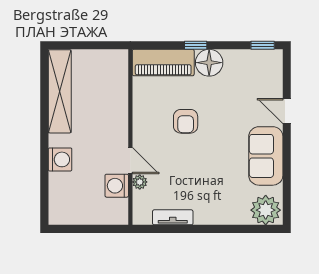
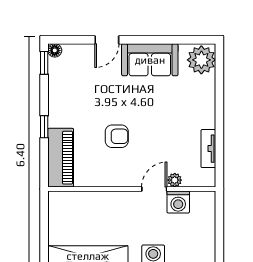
floor lamp: (209, 63) -> (55, 50), moved, width x0.53, depth x0.53

